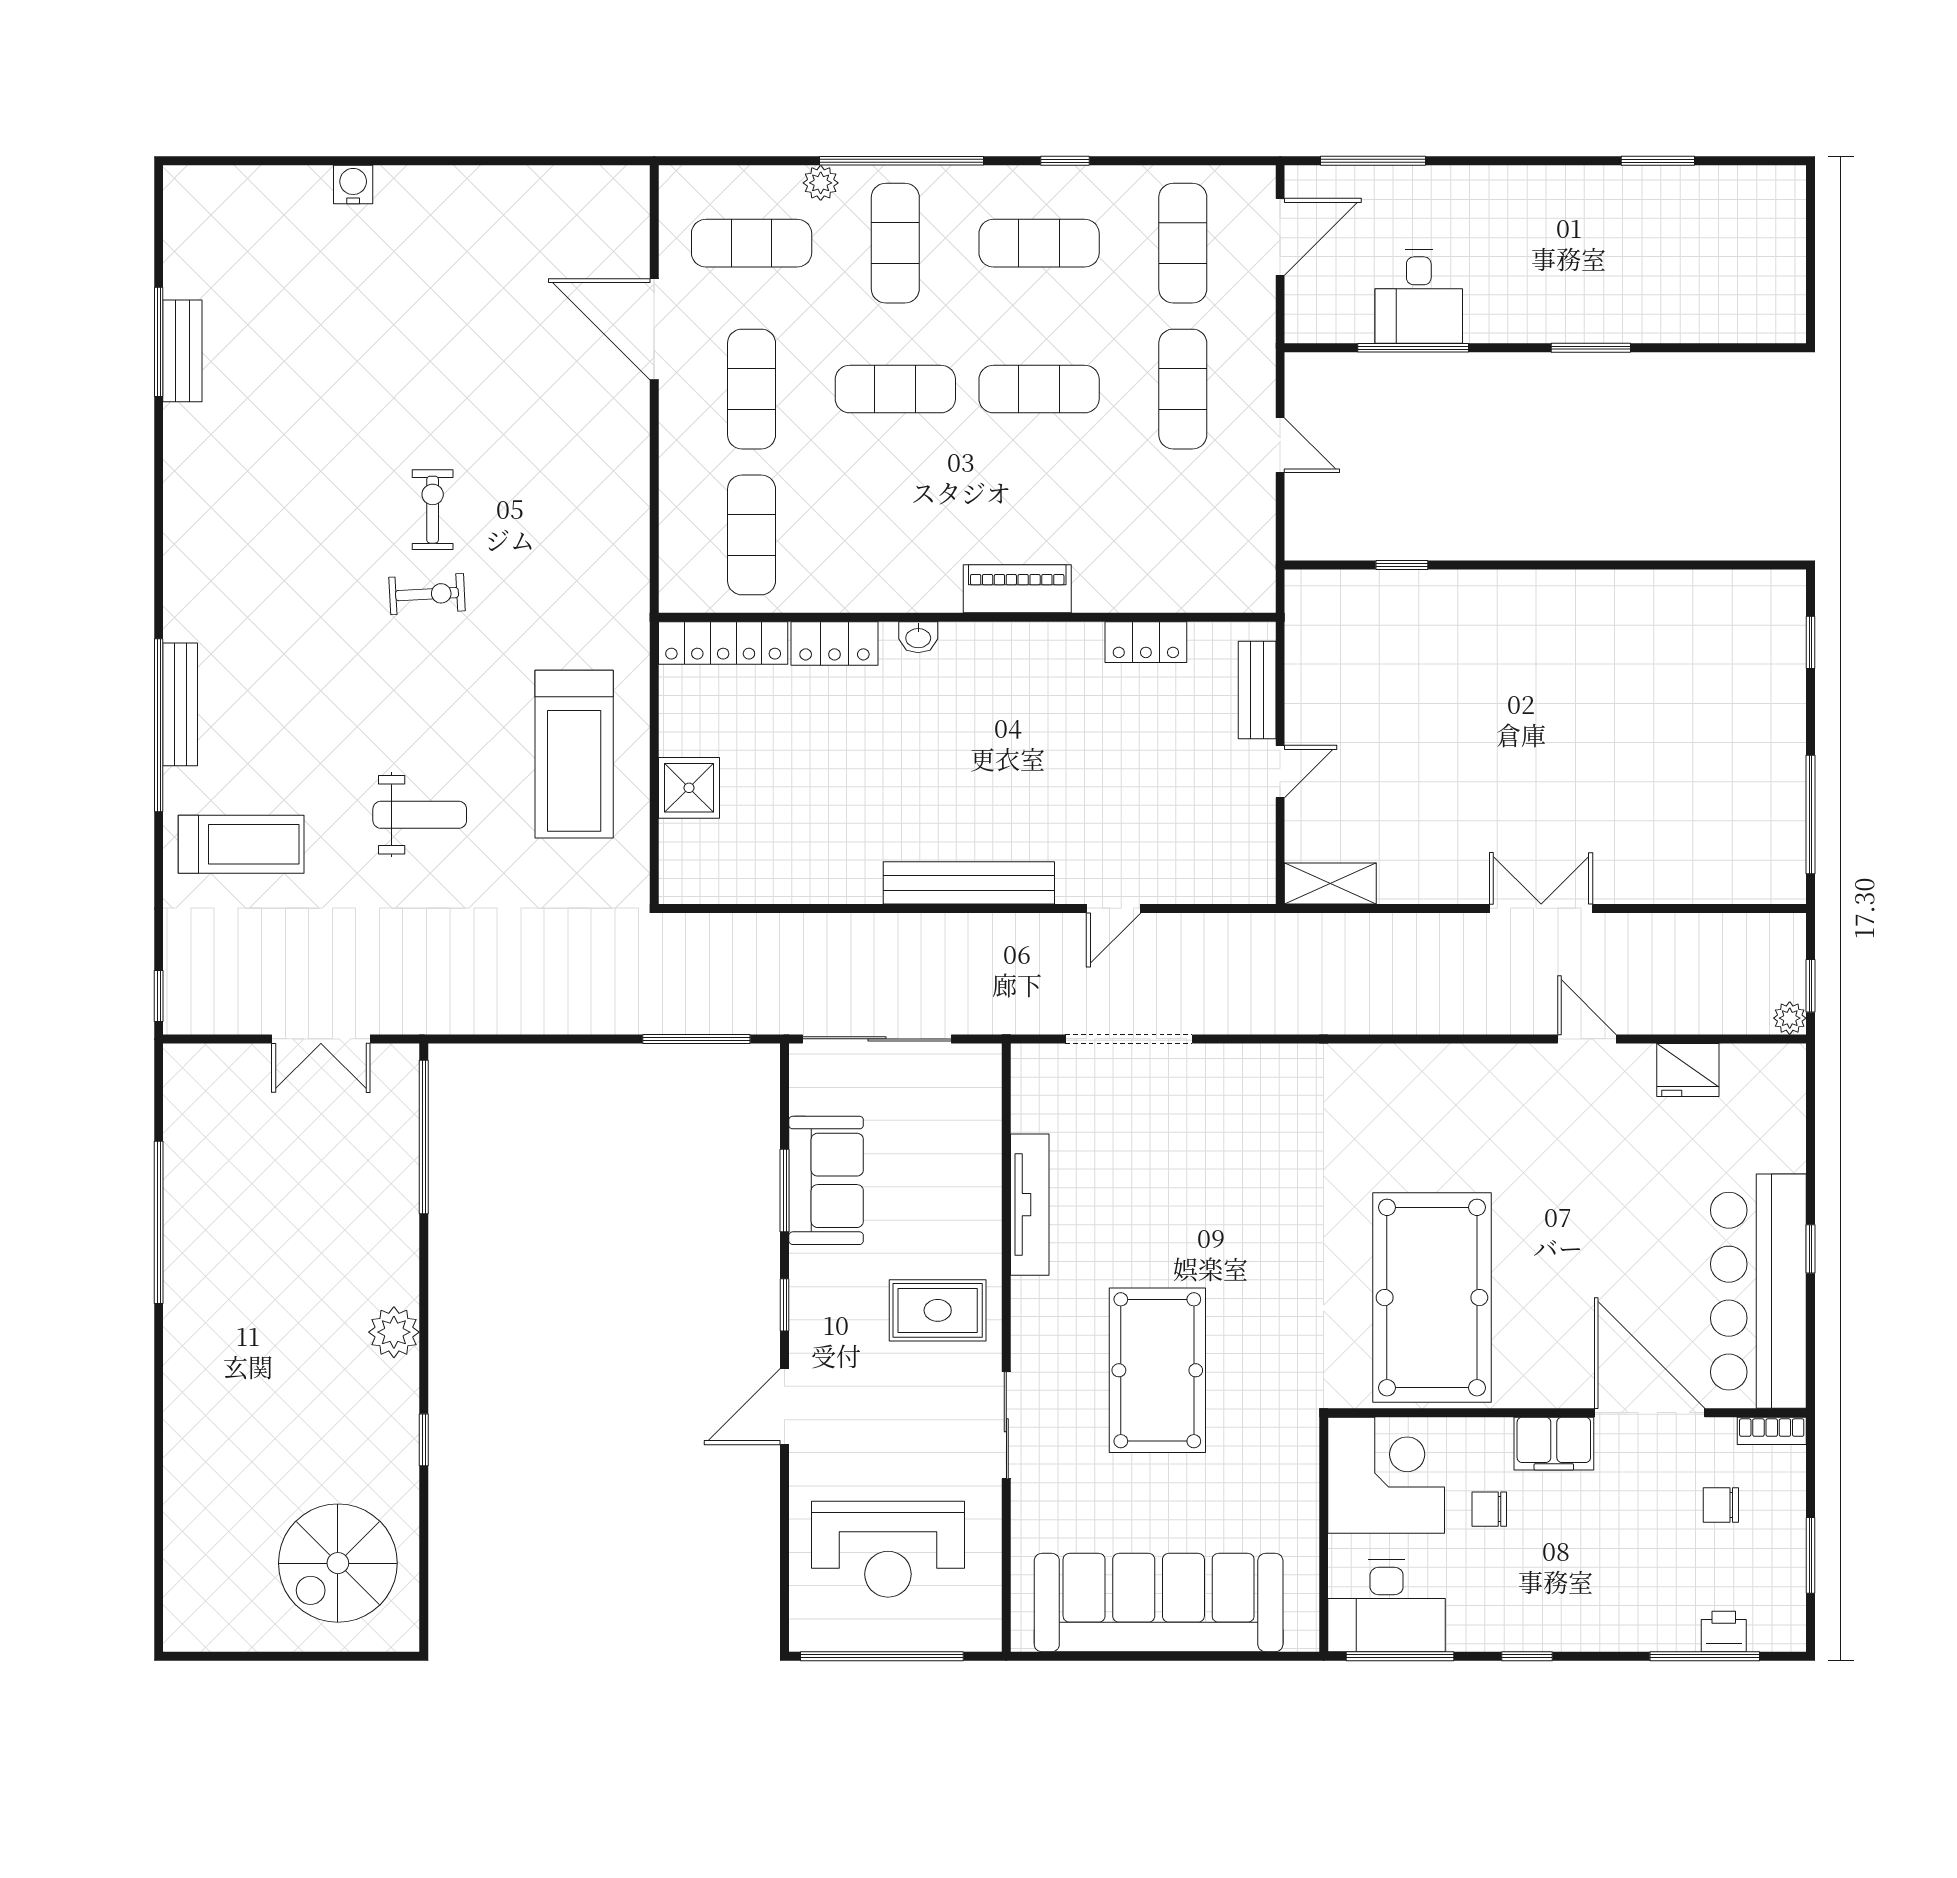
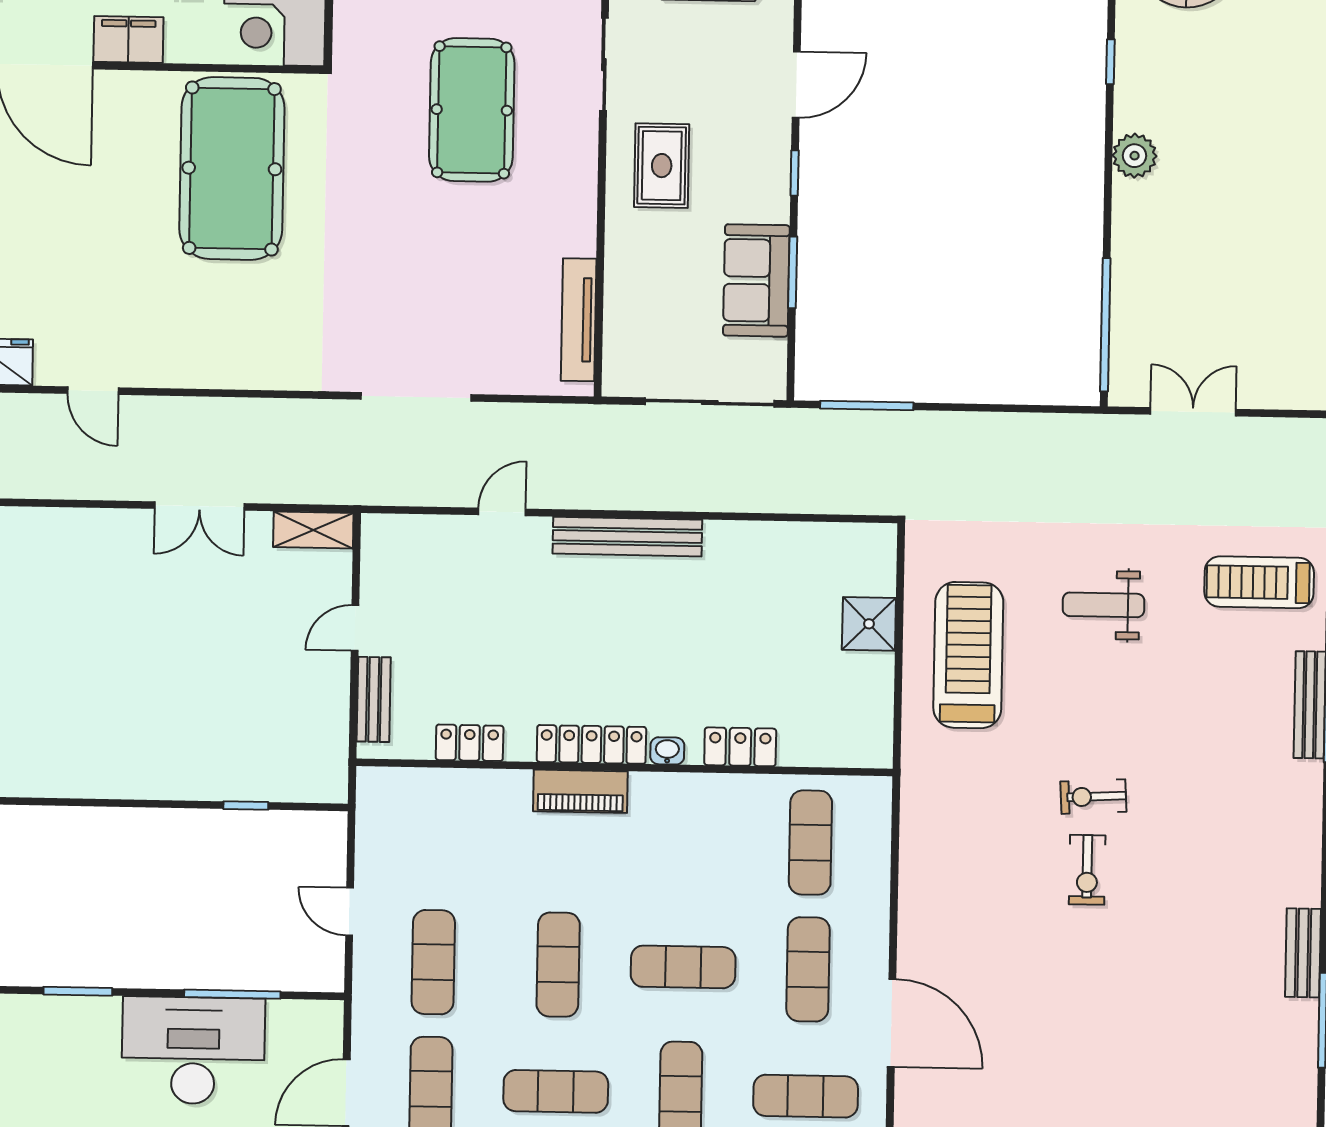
desk: (1419, 296) -> (193, 1050), width x1.87, depth x1.30
bench: (182, 351) -> (1303, 953), moved
exercise mat: (1039, 389) -> (558, 965), turned 90
locker: (723, 643) -> (591, 744), moved
double door: (1541, 908) -> (199, 506), moved
doorway: (1129, 1039) -> (416, 397), moved
tv unit: (1030, 1205) -> (579, 320), moved
rug: (938, 1310) -> (662, 166), turned 90

